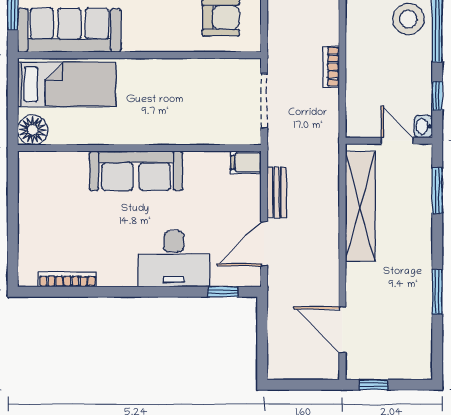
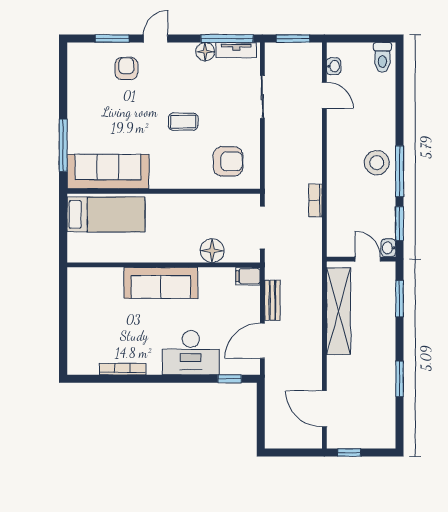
window: (437, 96) -> (400, 224), width x1.50
floor lamp: (33, 130) -> (212, 251), moved
bookcase: (67, 279) -> (122, 369), moved

